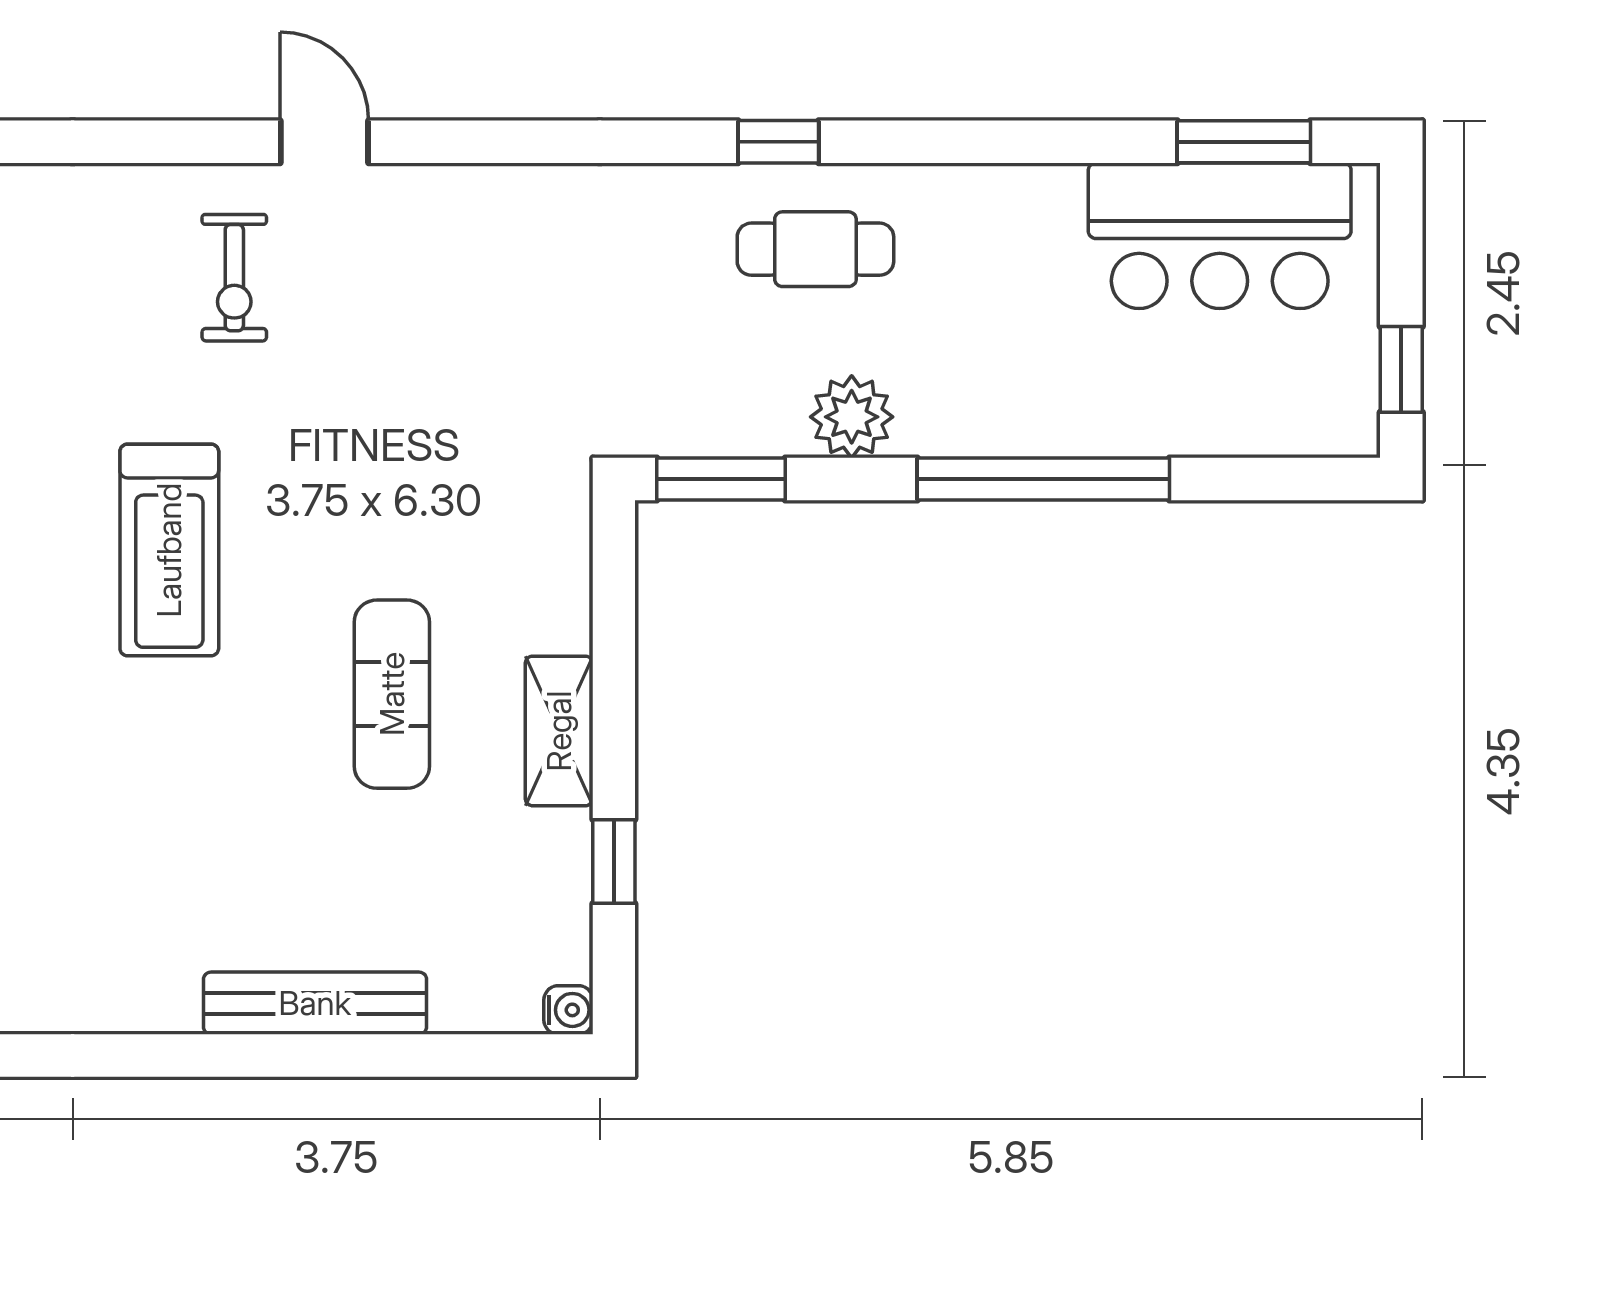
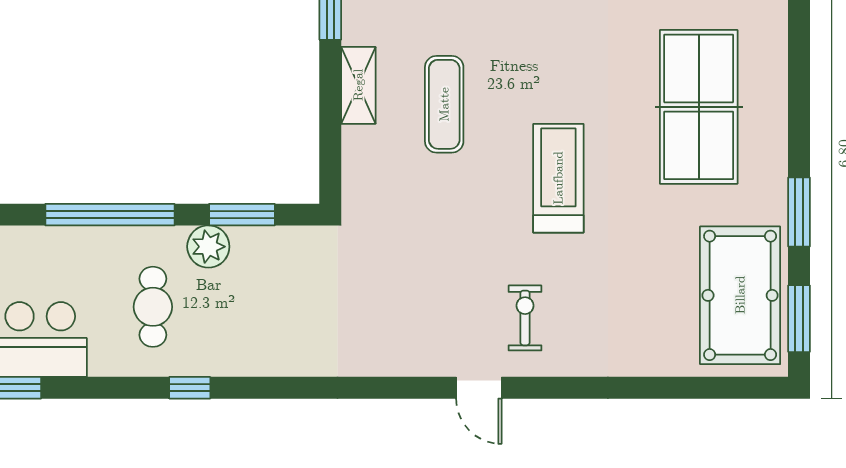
window: (778, 142) -> (190, 388), moved
cafe table: (815, 249) -> (153, 307), moved, turned 90
window: (721, 479) -> (242, 215), moved

